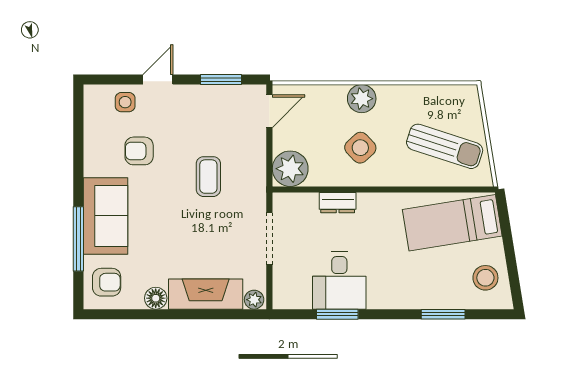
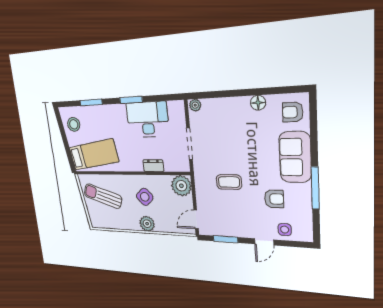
coffee table: (208, 177) -> (229, 182), turned 90
window: (78, 239) -> (315, 188), moved
desk: (339, 281) -> (147, 120), width x1.37
fireplace: (206, 294) -> (225, 107), removed
window: (337, 314) -> (131, 100), moved

